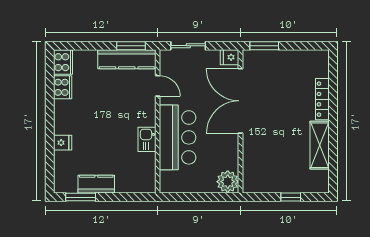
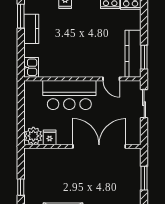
window: (264, 46) -> (144, 178), moved
fridge: (230, 57) -> (50, 137), moved
door: (158, 86) -> (111, 79), hinge flipped
kitchen sink: (147, 139) -> (31, 67), moved, turned 90

